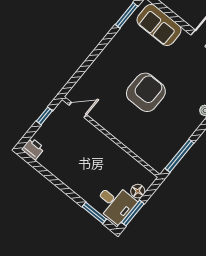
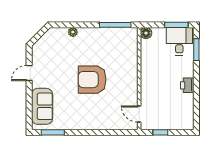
printer: (33, 149) -> (187, 85), moved
floor lamp: (138, 191) -> (146, 33), moved

